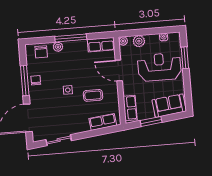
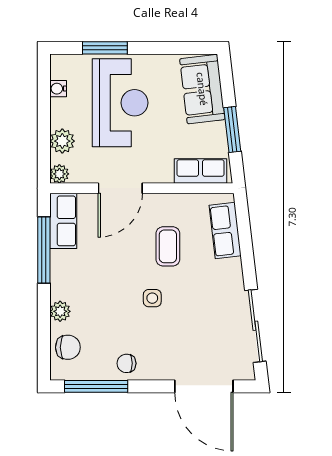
window: (71, 38) -> (44, 250), moved
reception desk: (159, 67) -> (120, 103), turned 180
window: (25, 81) -> (96, 386), moved
sliding door: (59, 140) -> (255, 326), width x1.37

